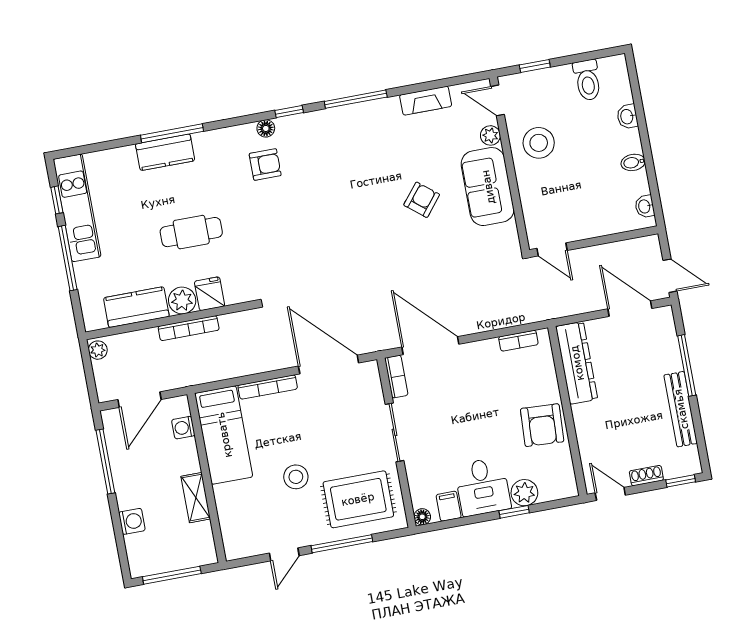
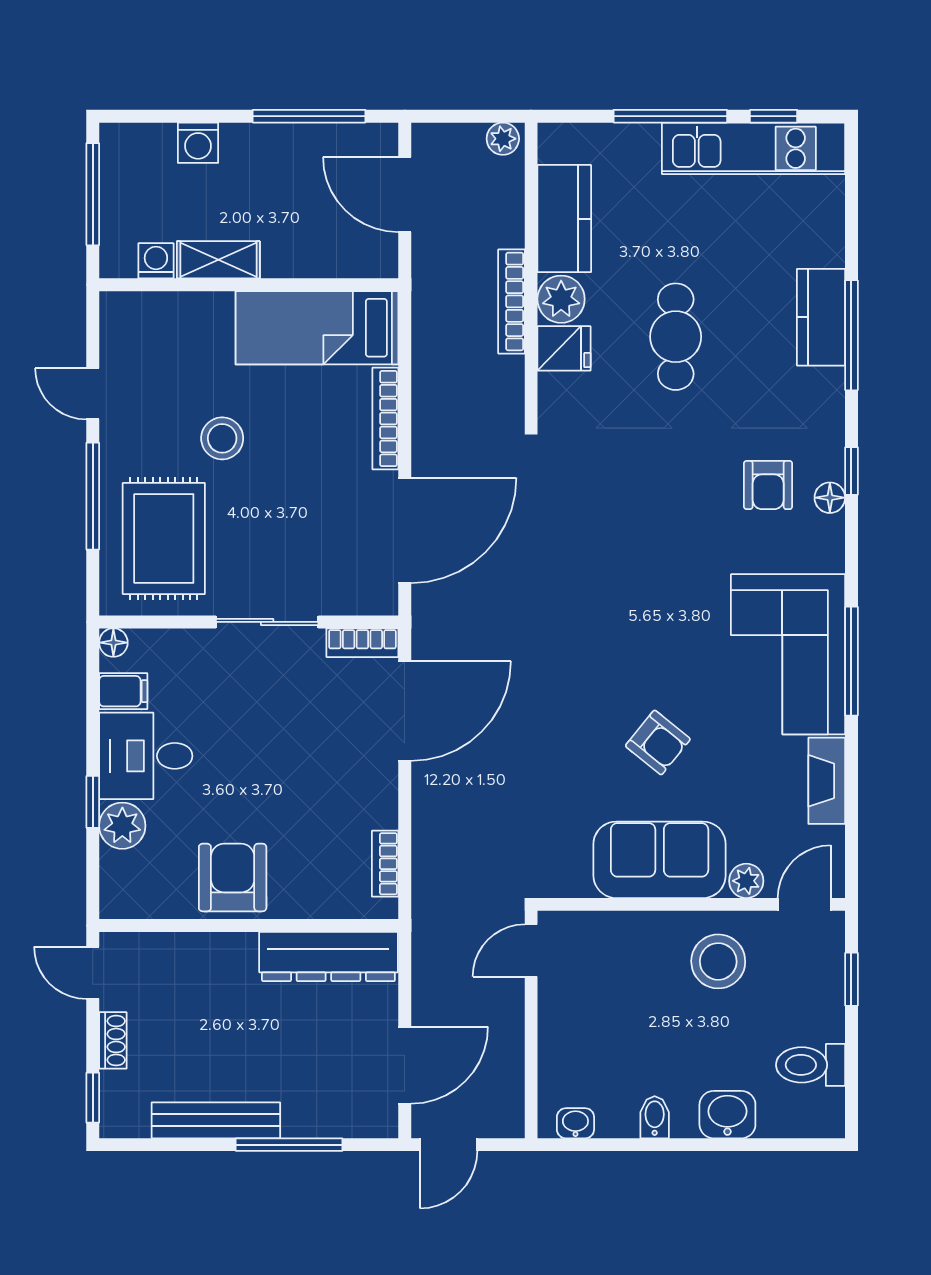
window: (289, 112) -> (851, 471), moved
washbasin: (627, 117) -> (727, 1115), width x1.38, depth x1.45
corner sofa: (358, 136) -> (788, 654), added
armchair: (542, 425) -> (233, 877), turned 87
washing machine: (183, 428) -> (156, 261), moved
door: (610, 494) -> (93, 973), swing flipped

